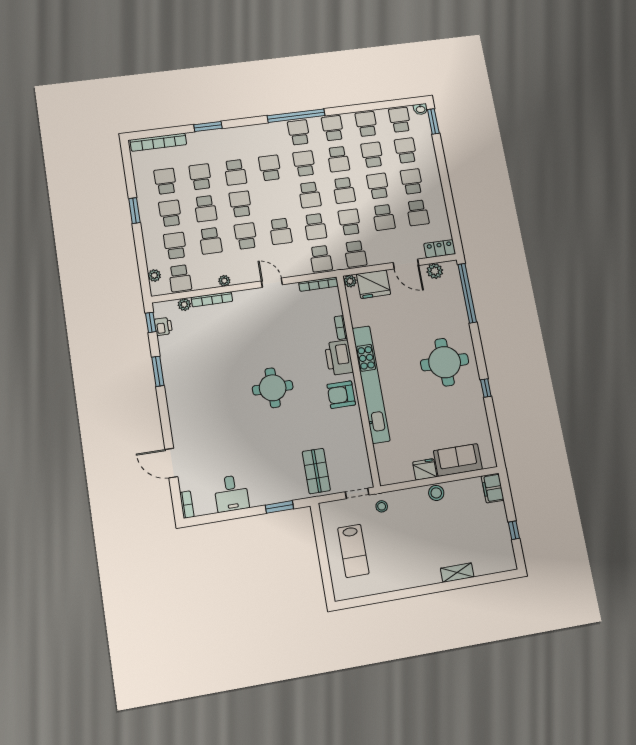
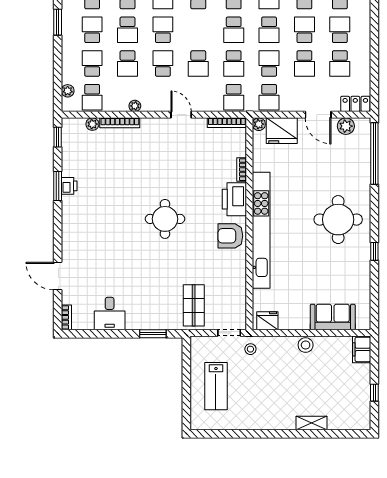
printer: (163, 326) -> (69, 186), moved
fridge: (425, 469) -> (267, 321), moved

